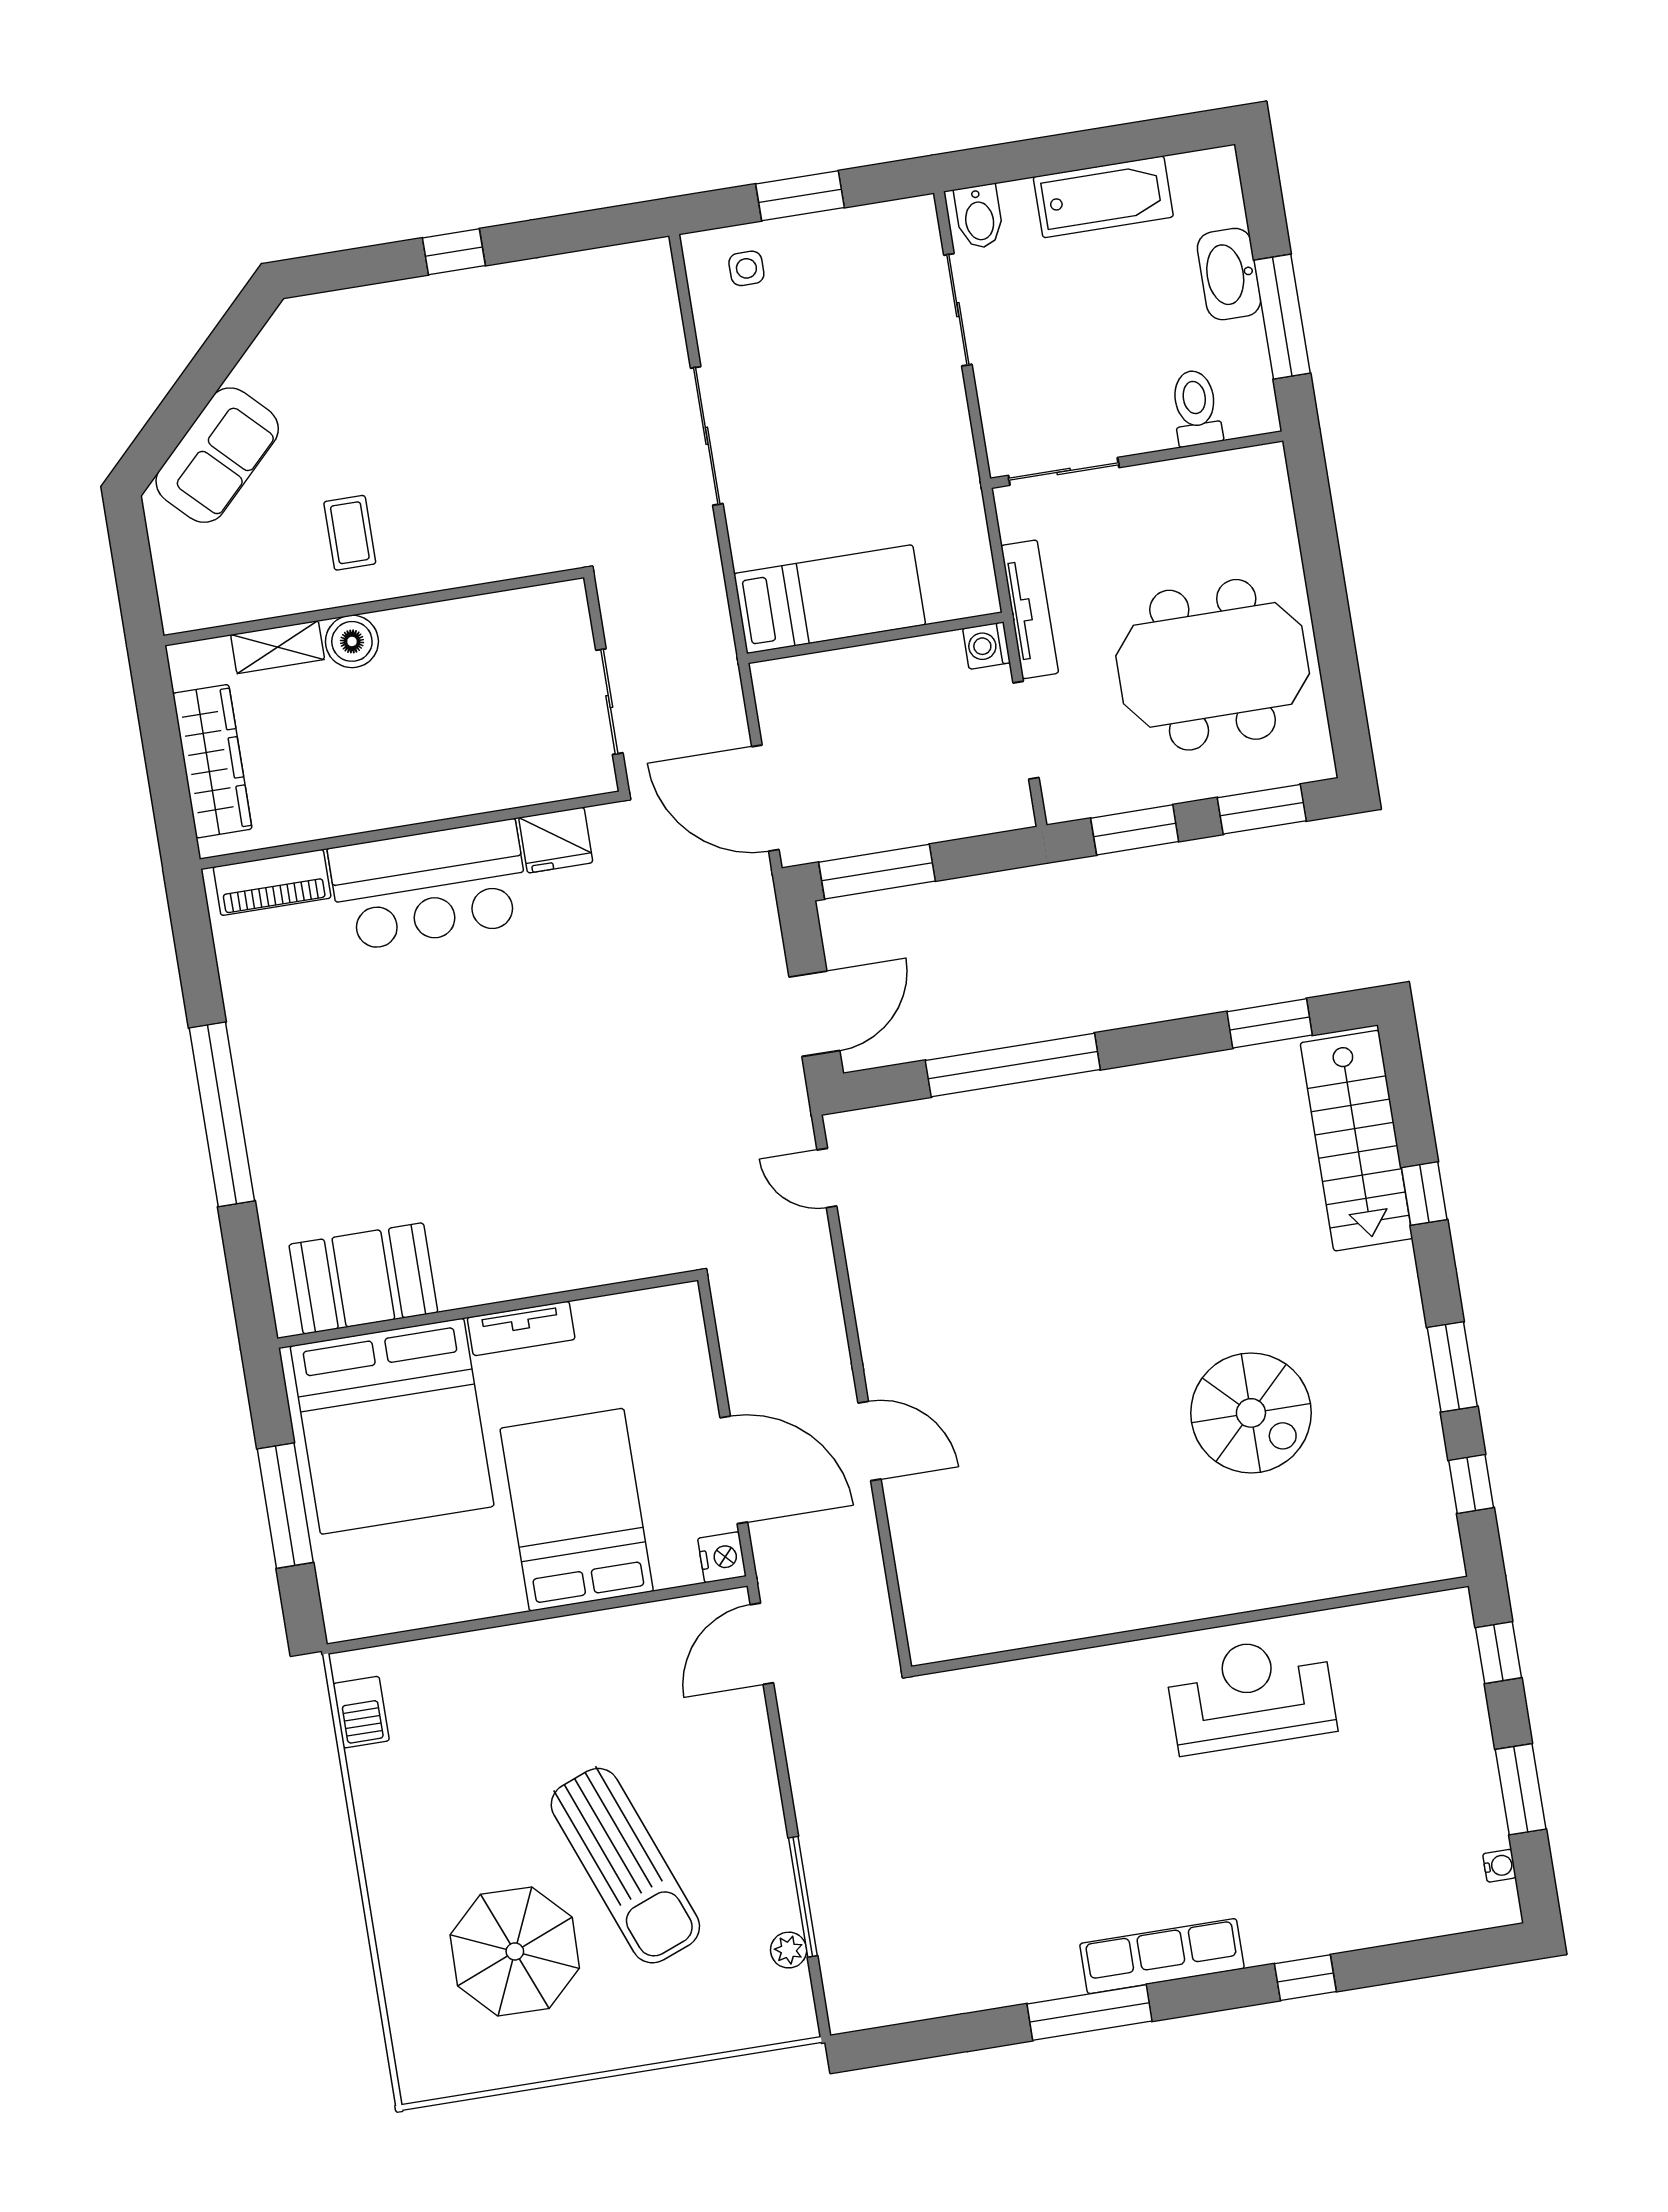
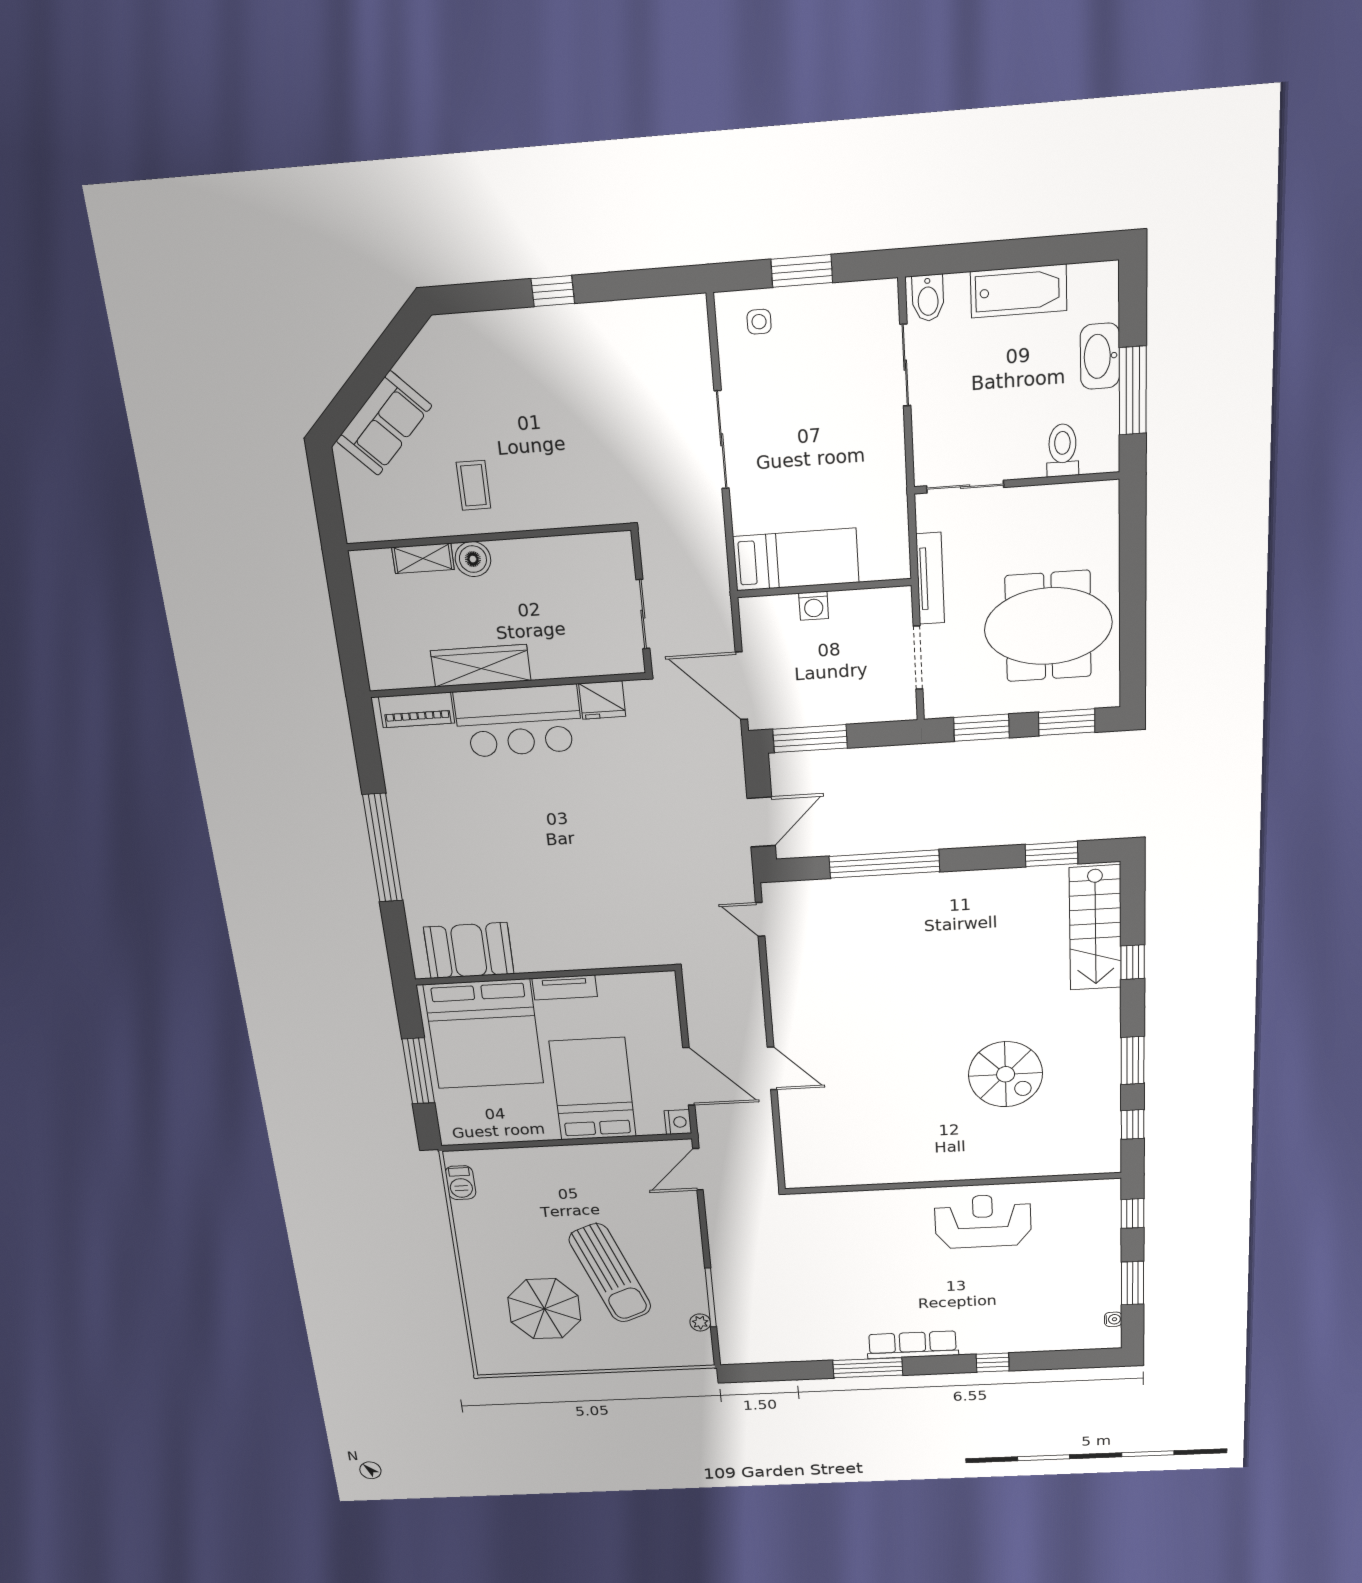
washing machine: (986, 646) -> (814, 606), moved, turned -90
wardrobe: (212, 761) -> (481, 666), moved, turned -90

